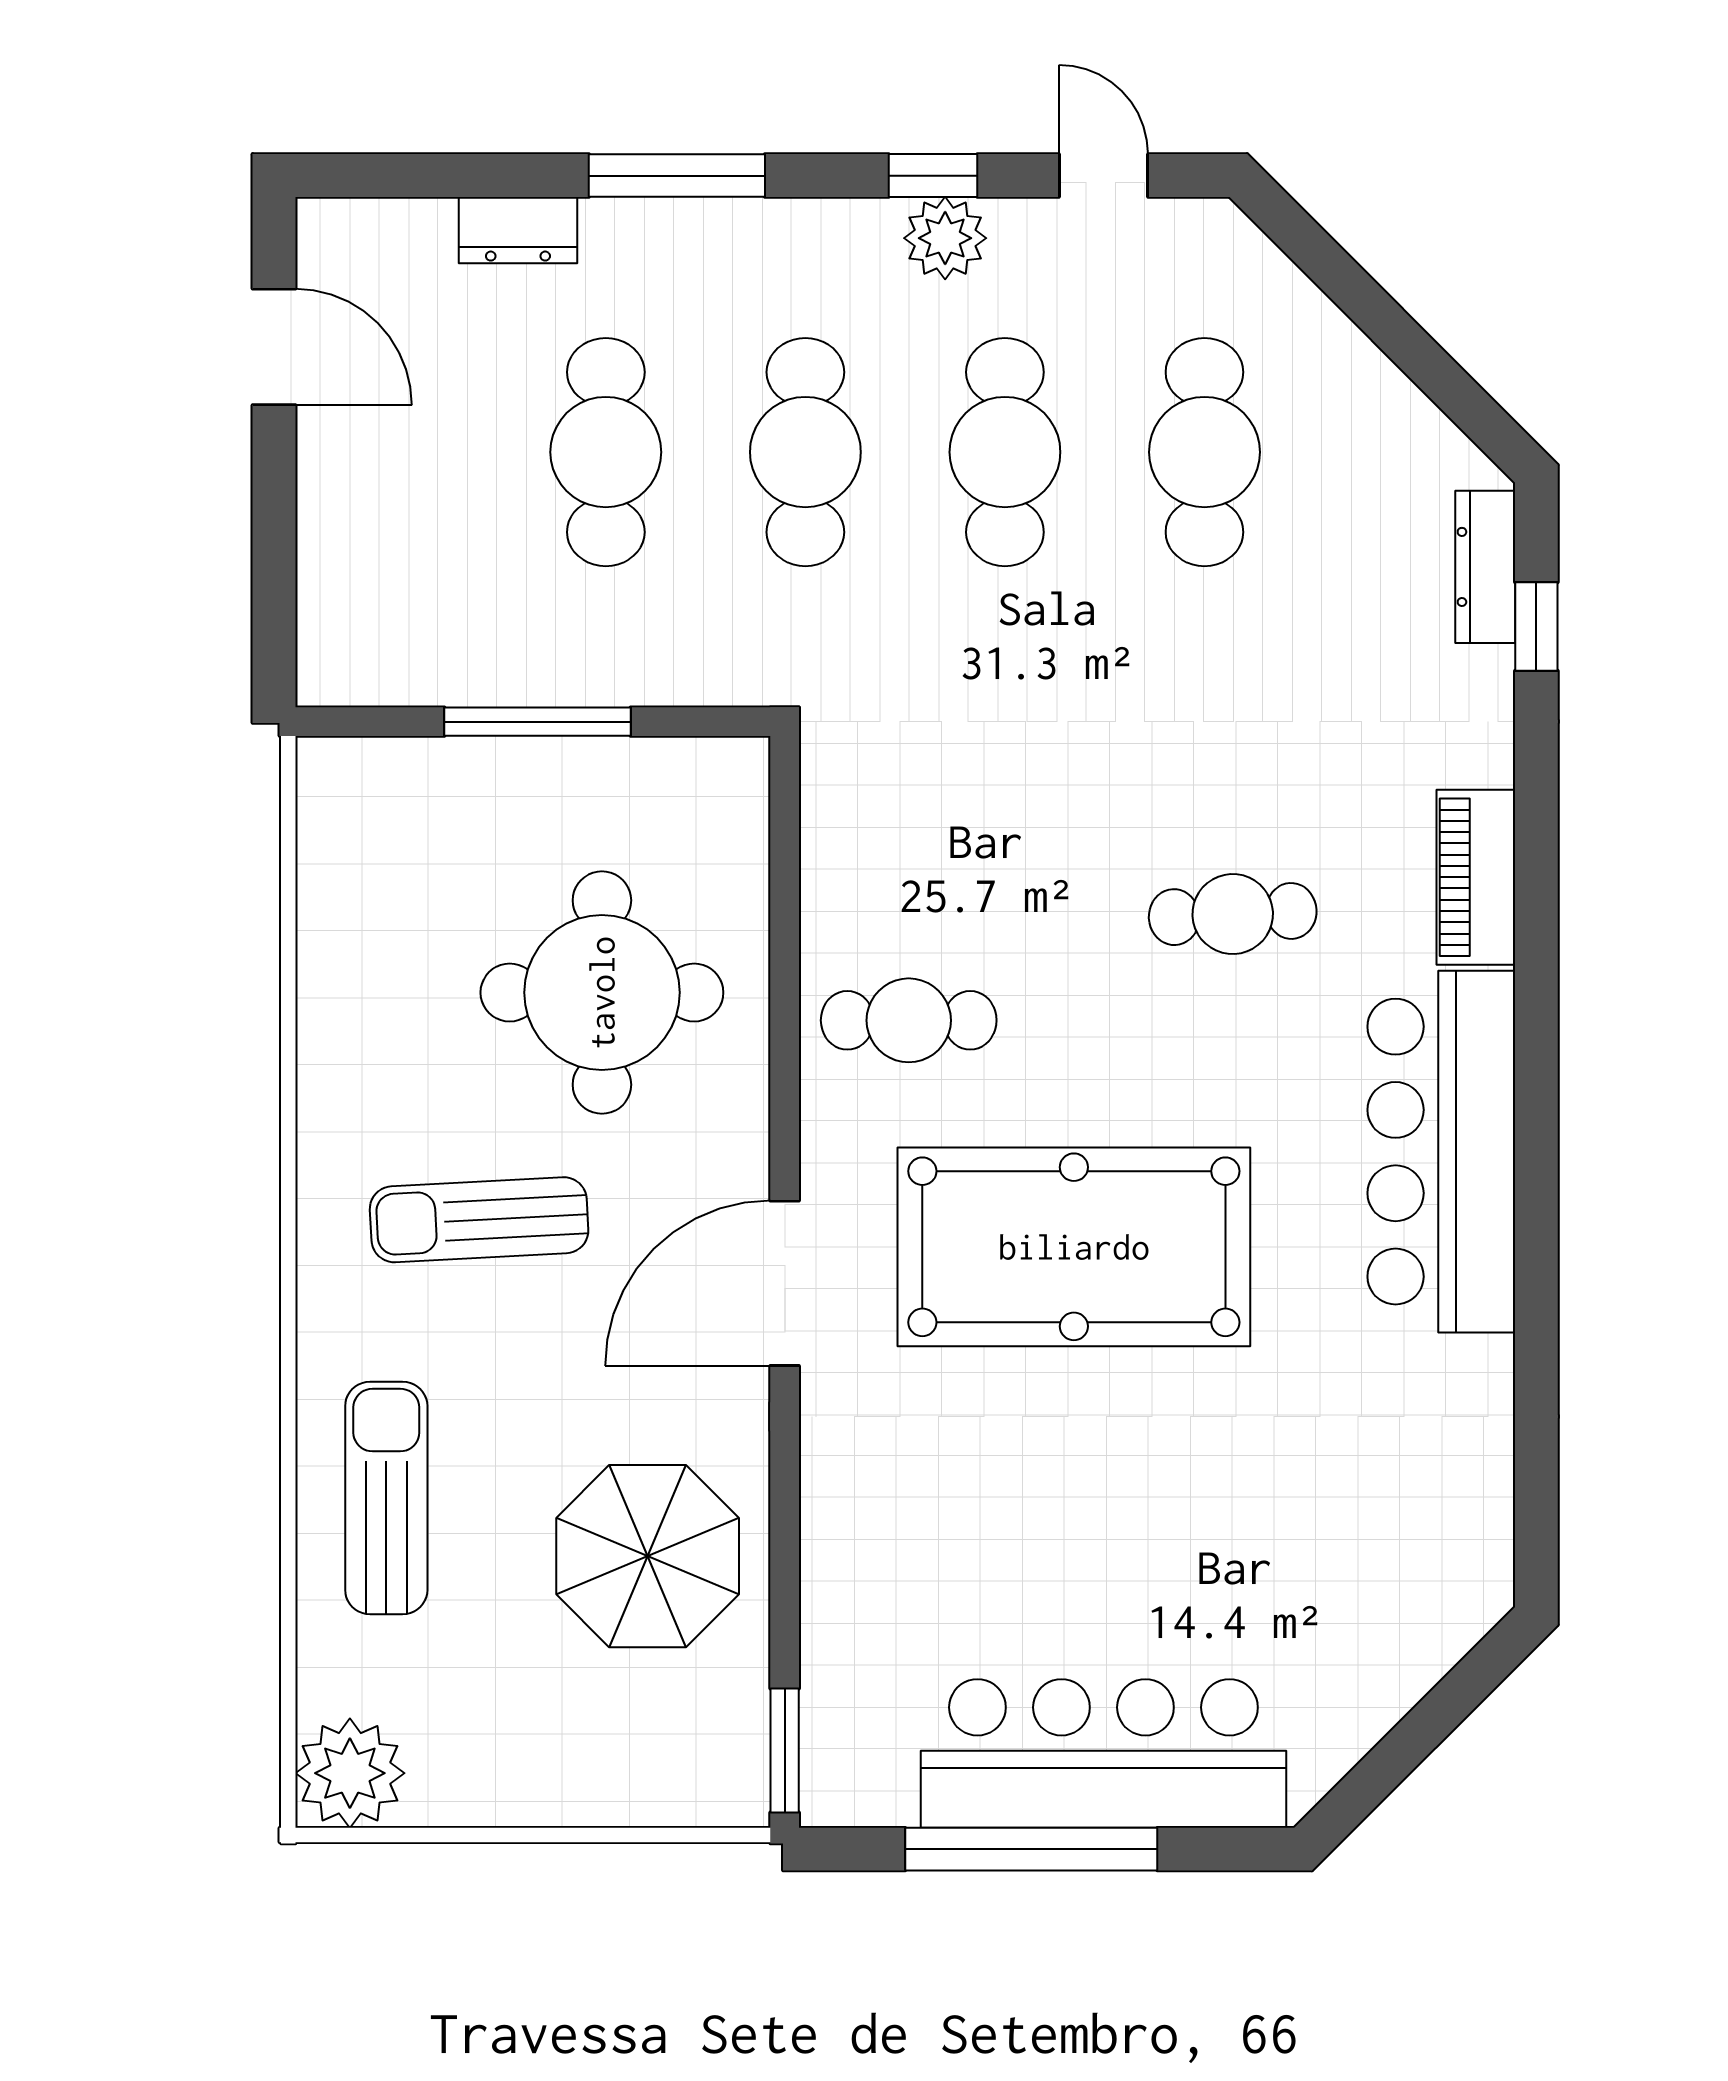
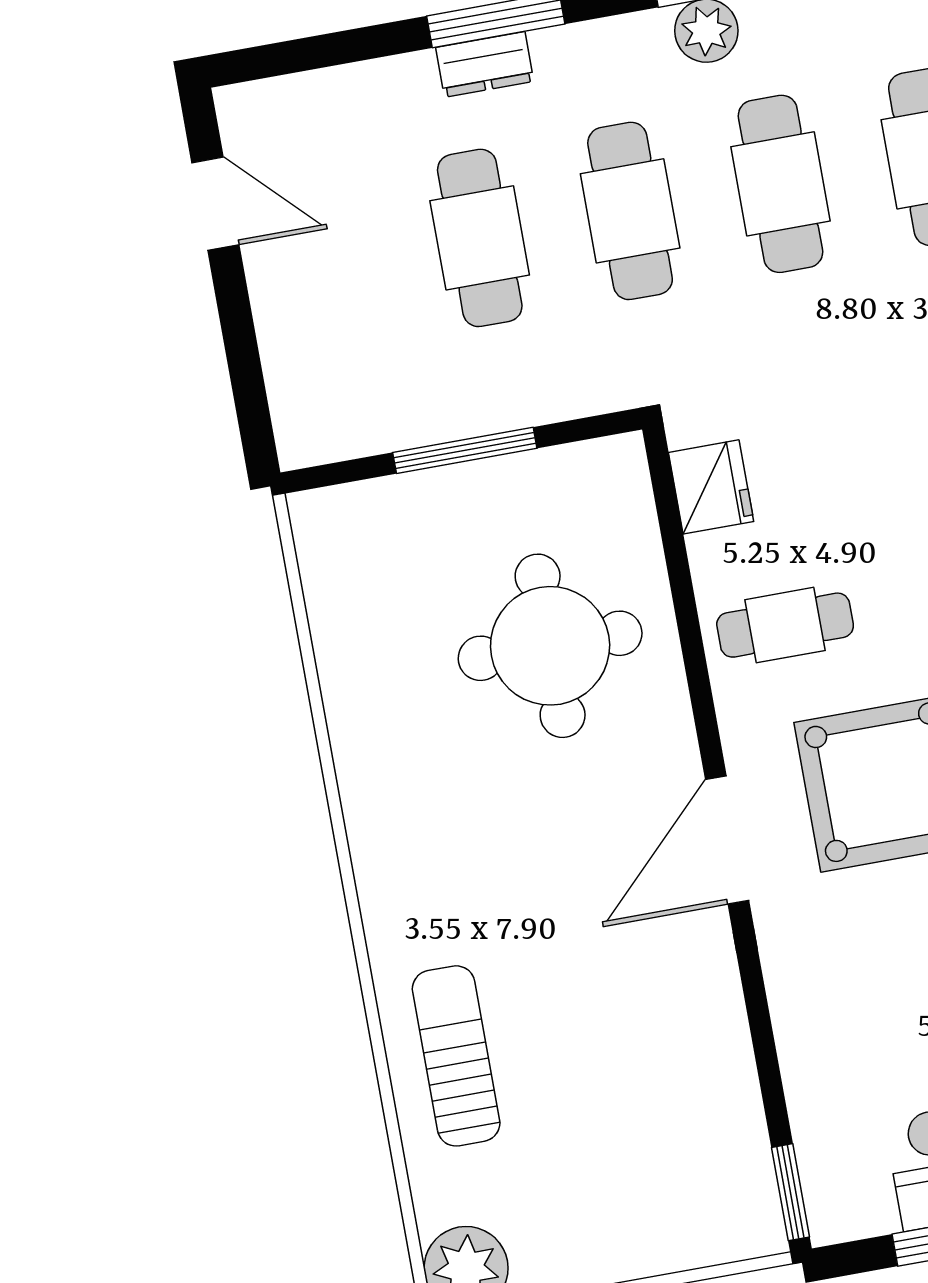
dresser: (518, 230) -> (485, 64), moved
fridge: (846, 826) -> (711, 487), added
sun lounger: (479, 1220) -> (488, 834), removed
parasol: (648, 1556) -> (661, 1064), removed

